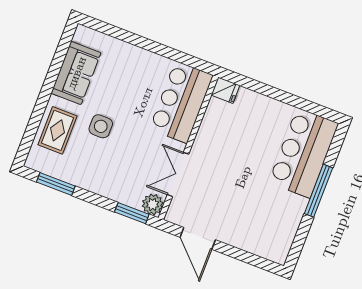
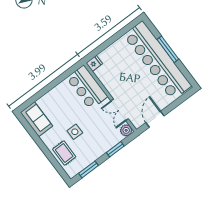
sofa: (76, 73) -> (36, 119), moved
bar counter: (304, 153) -> (157, 60), width x1.86
window: (132, 213) -> (115, 149), moved
door: (198, 238) -> (155, 119), swing flipped

